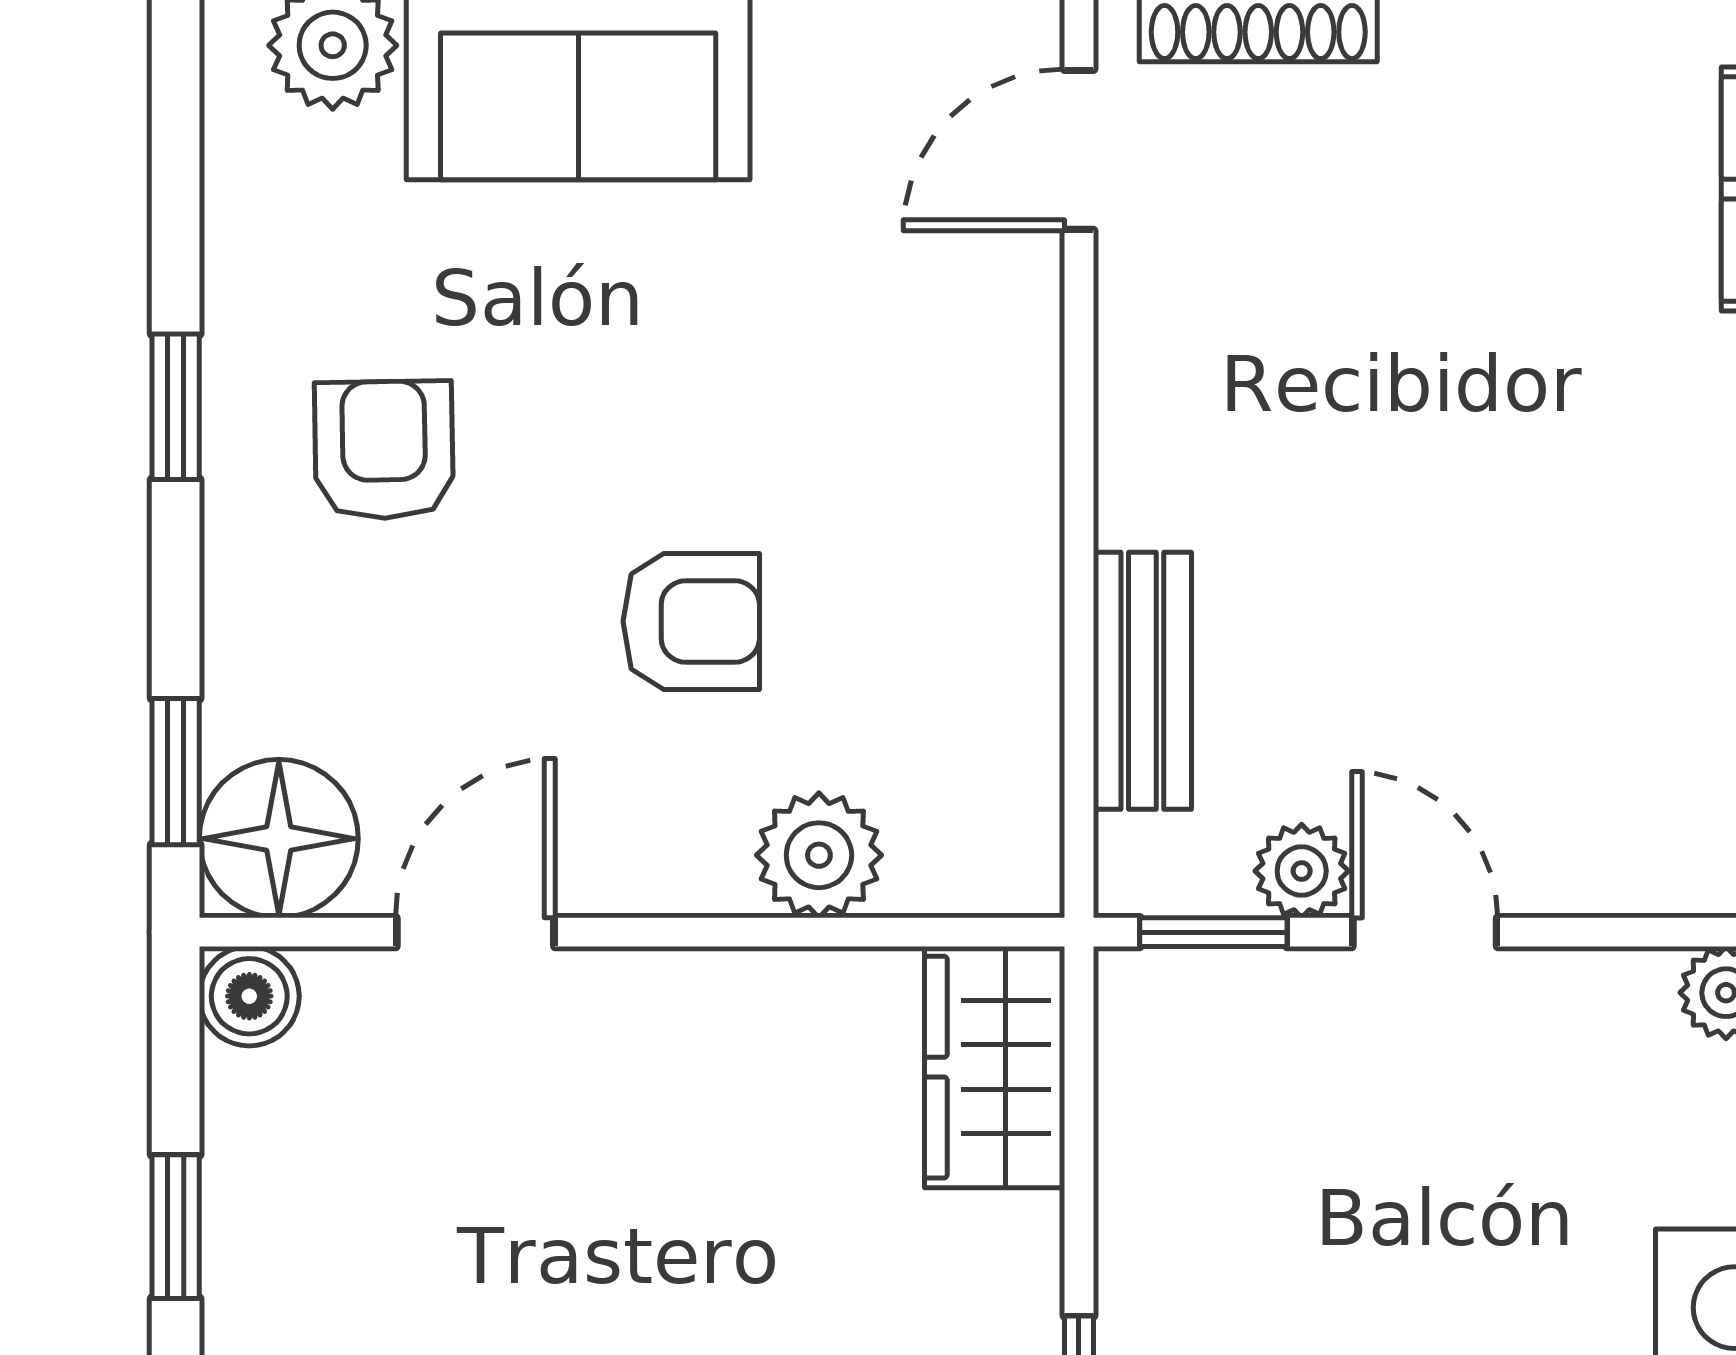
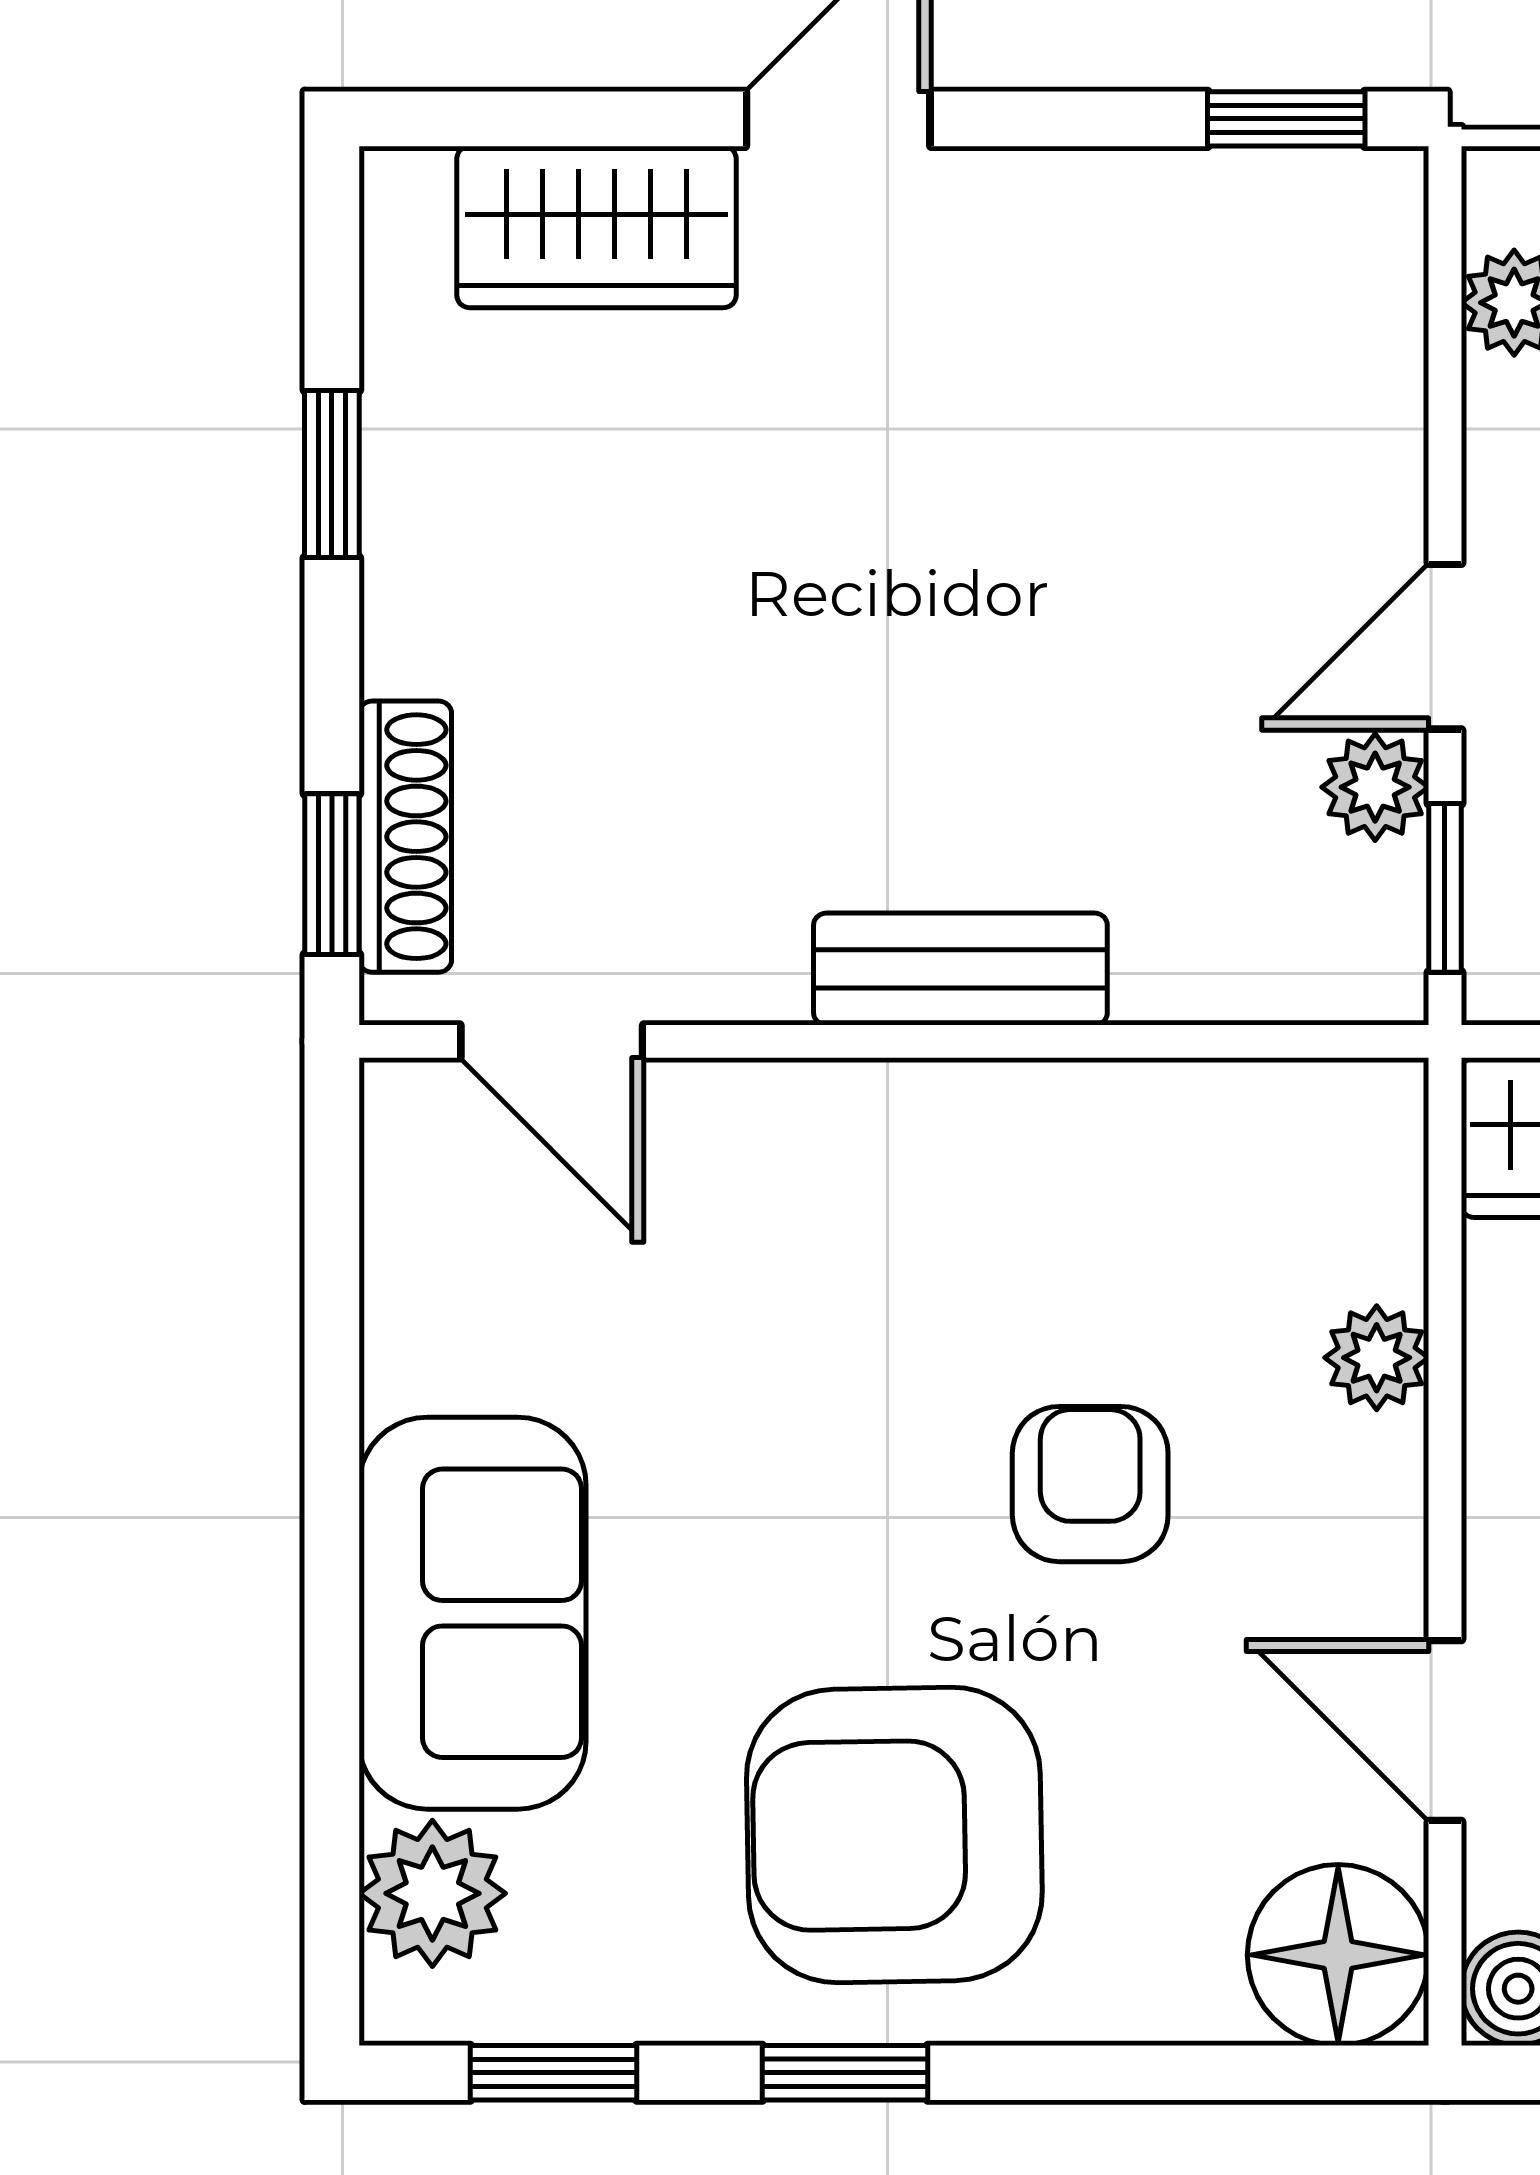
armchair: (384, 450) -> (894, 1835), width x1.88, depth x1.88
bench: (1142, 681) -> (960, 969), moved
window: (176, 772) -> (553, 2073), moved
plant: (819, 855) -> (1377, 1358), width x0.73, depth x0.73

